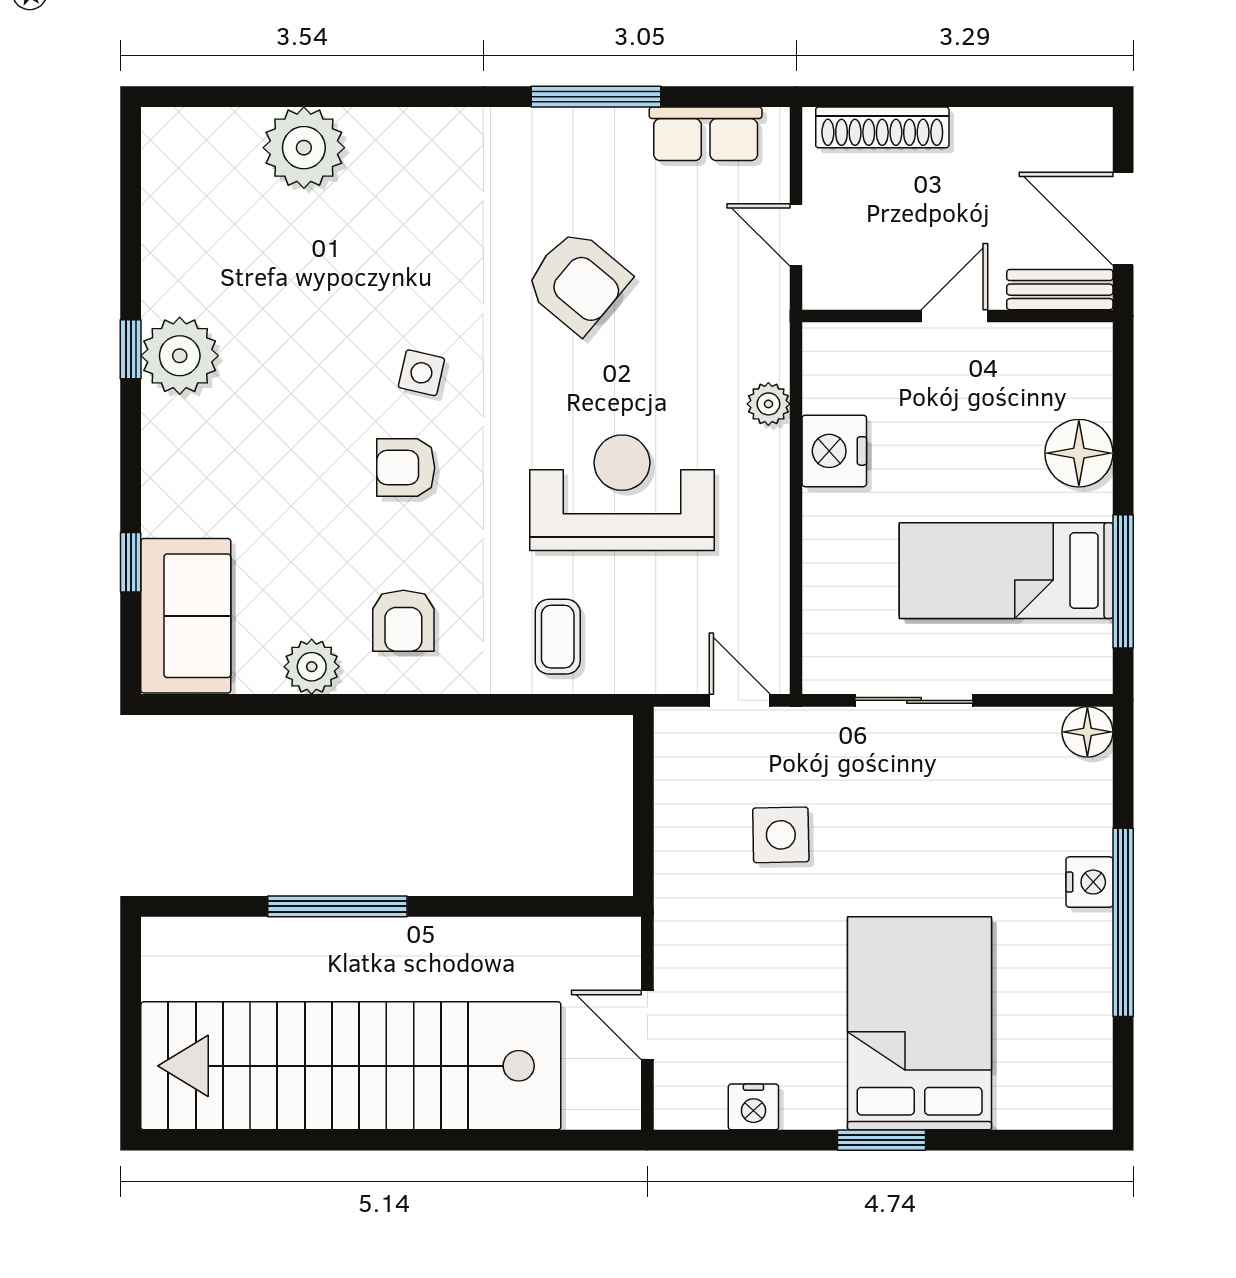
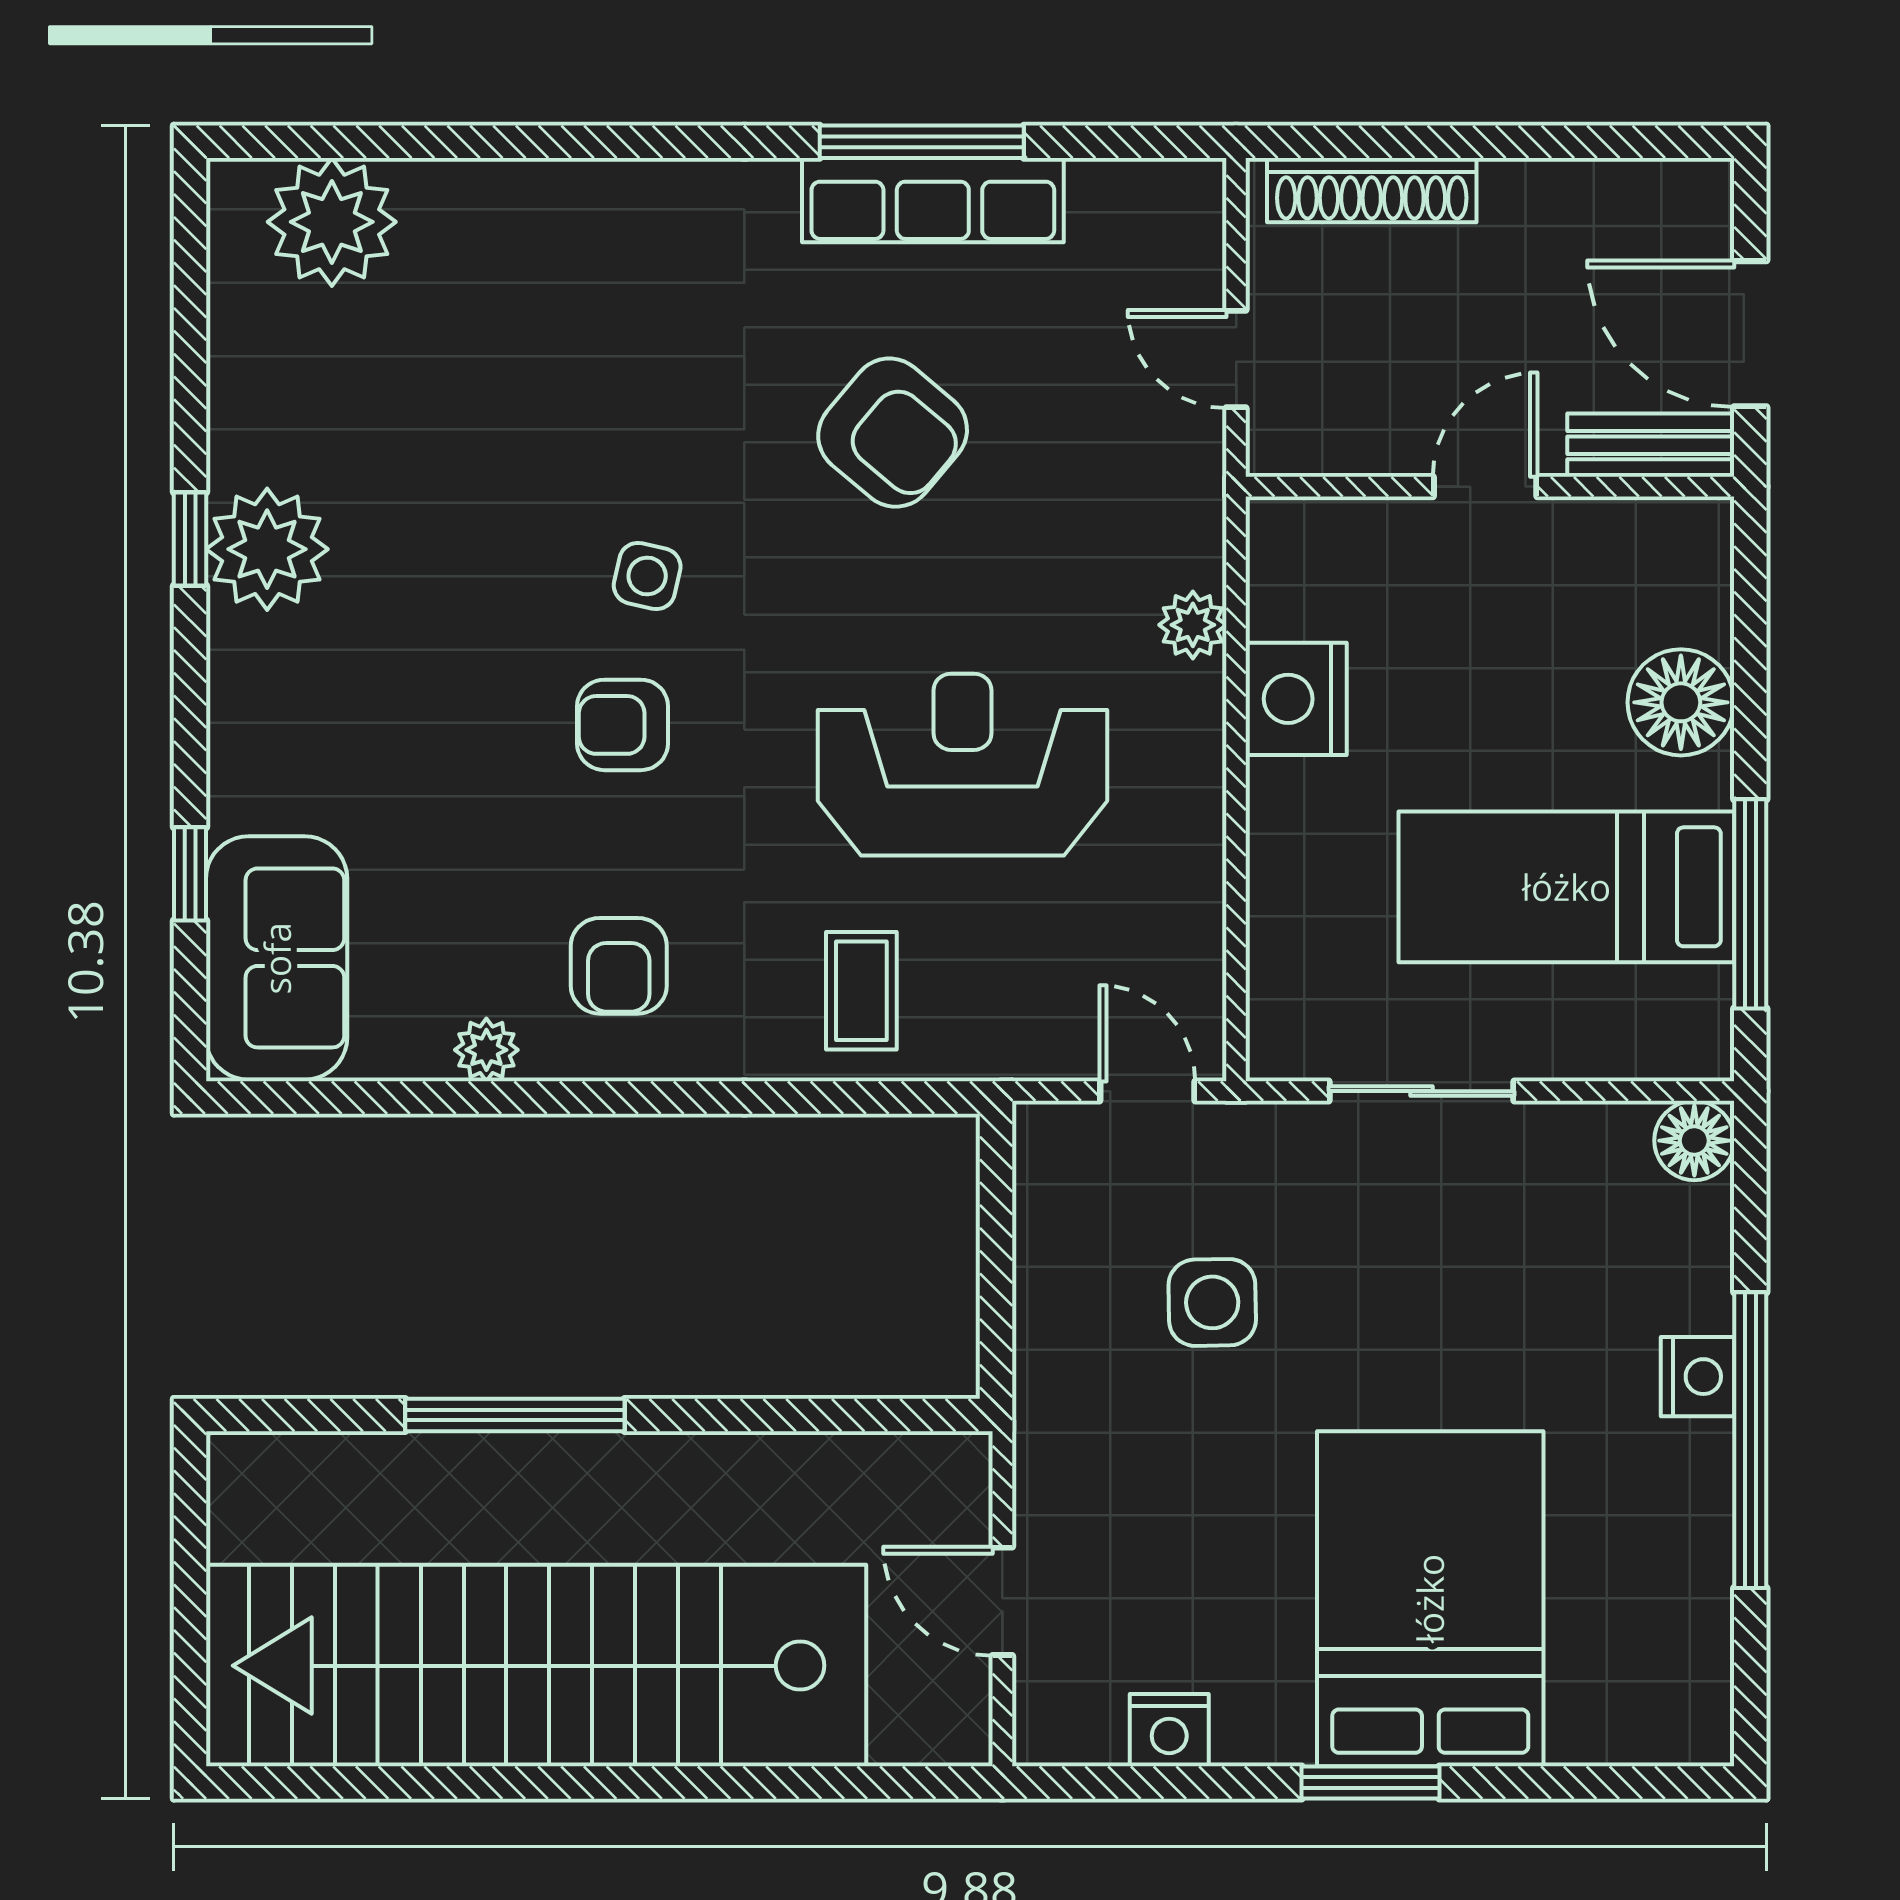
row of seats: (706, 134) -> (933, 200), moved, width x1.48
plant: (304, 148) -> (332, 222), moved
plant: (312, 667) -> (486, 1050), width x0.73, depth x0.73

